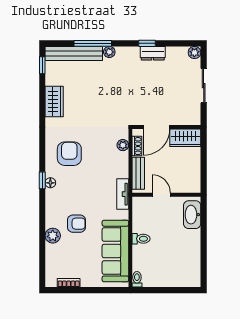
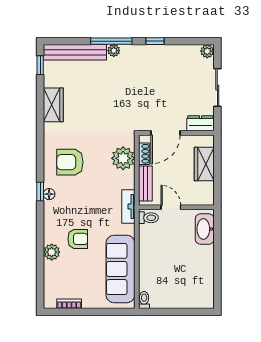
window: (93, 43) -> (111, 41), moved
dresser: (153, 53) -> (200, 123), moved, turned 180
wardrobe: (185, 138) -> (204, 164), moved, turned 90
plant: (123, 145) -> (123, 158), width x1.88, depth x1.88
armchair: (69, 154) -> (70, 162), turned -90
toilet: (141, 239) -> (148, 218), moved

